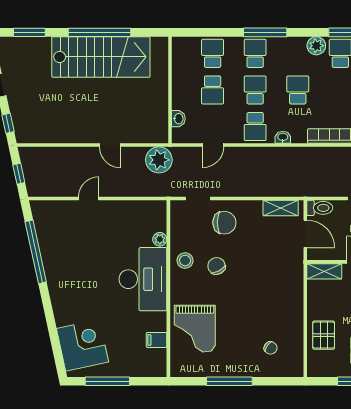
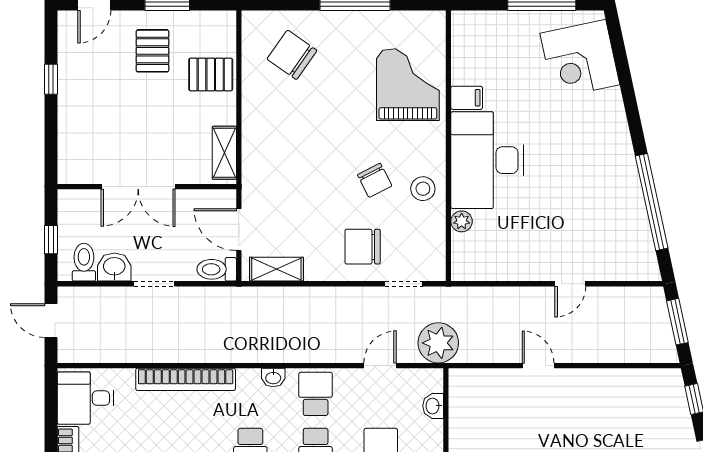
plant: (159, 160) -> (438, 343), moved
window: (19, 174) -> (677, 322), width x1.50
shelving: (324, 271) -> (224, 153), moved, turned 90
pallet: (324, 335) -> (211, 74), turned 90
filing cabinet: (156, 340) -> (467, 98), moved
chair: (271, 348) -> (292, 55), width x1.87, depth x1.87

